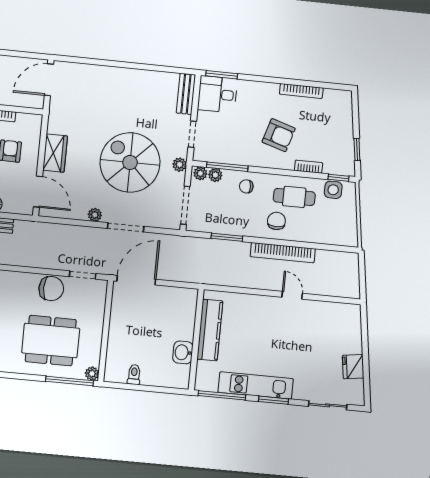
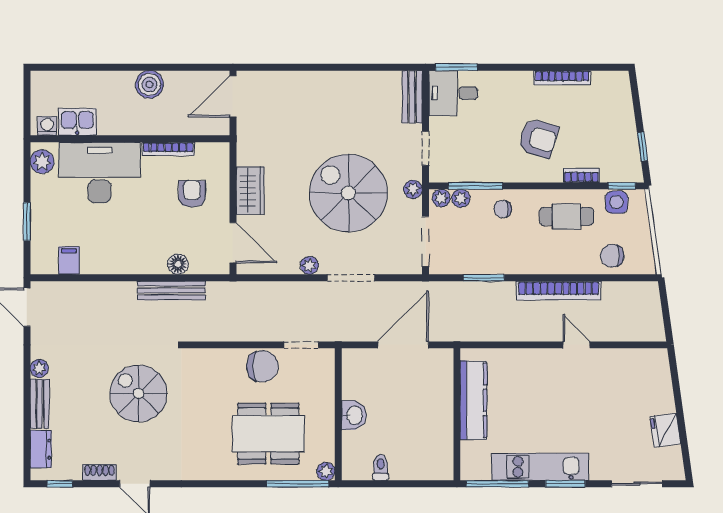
chair: (276, 221) -> (612, 256), moved, turned -90
door: (136, 280) -> (403, 345), moved
washbasin: (183, 352) -> (354, 415), moved, turned 180

